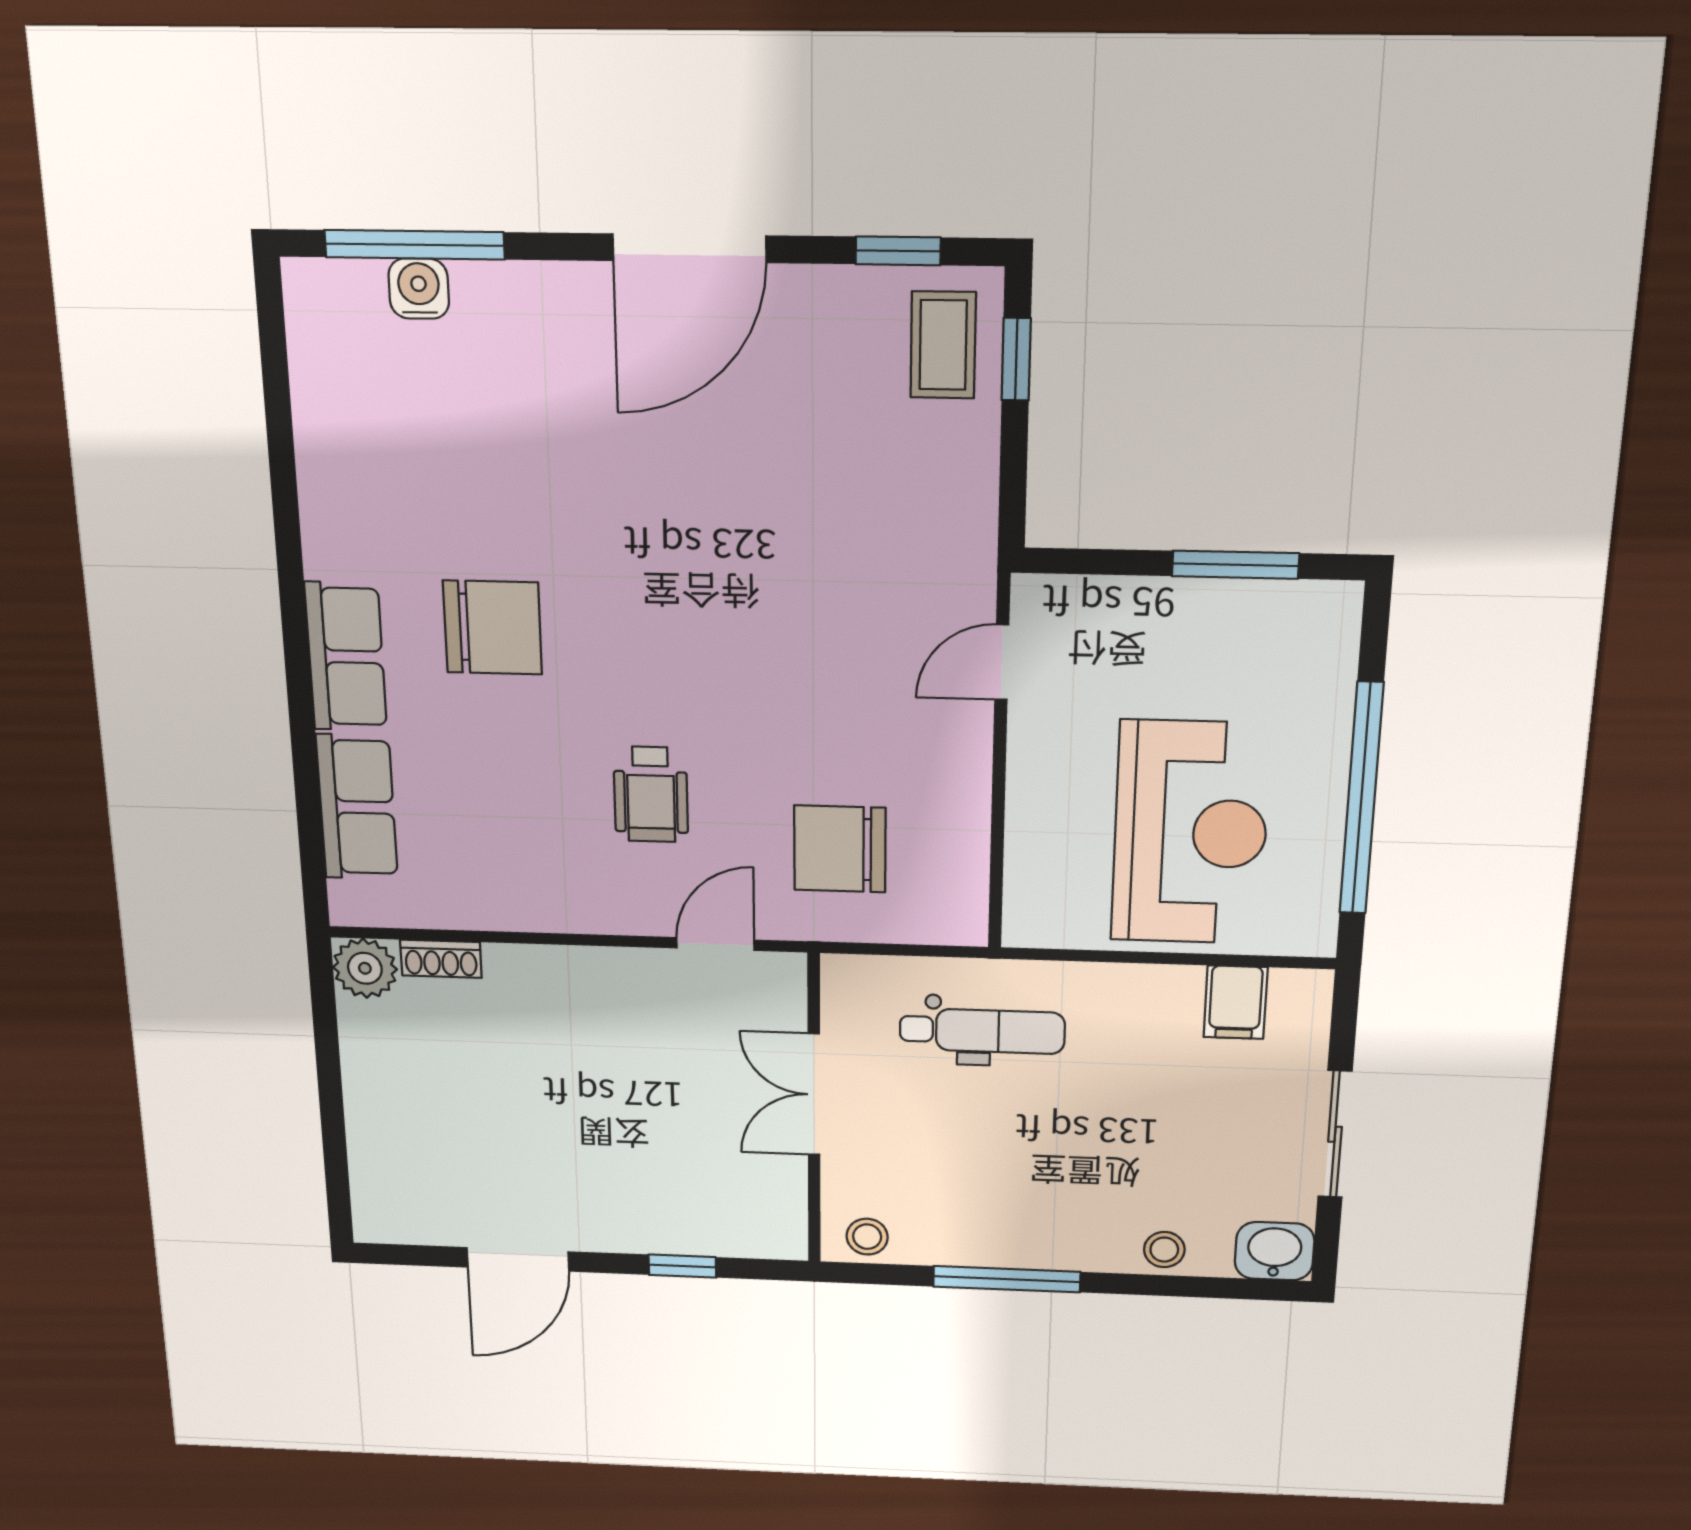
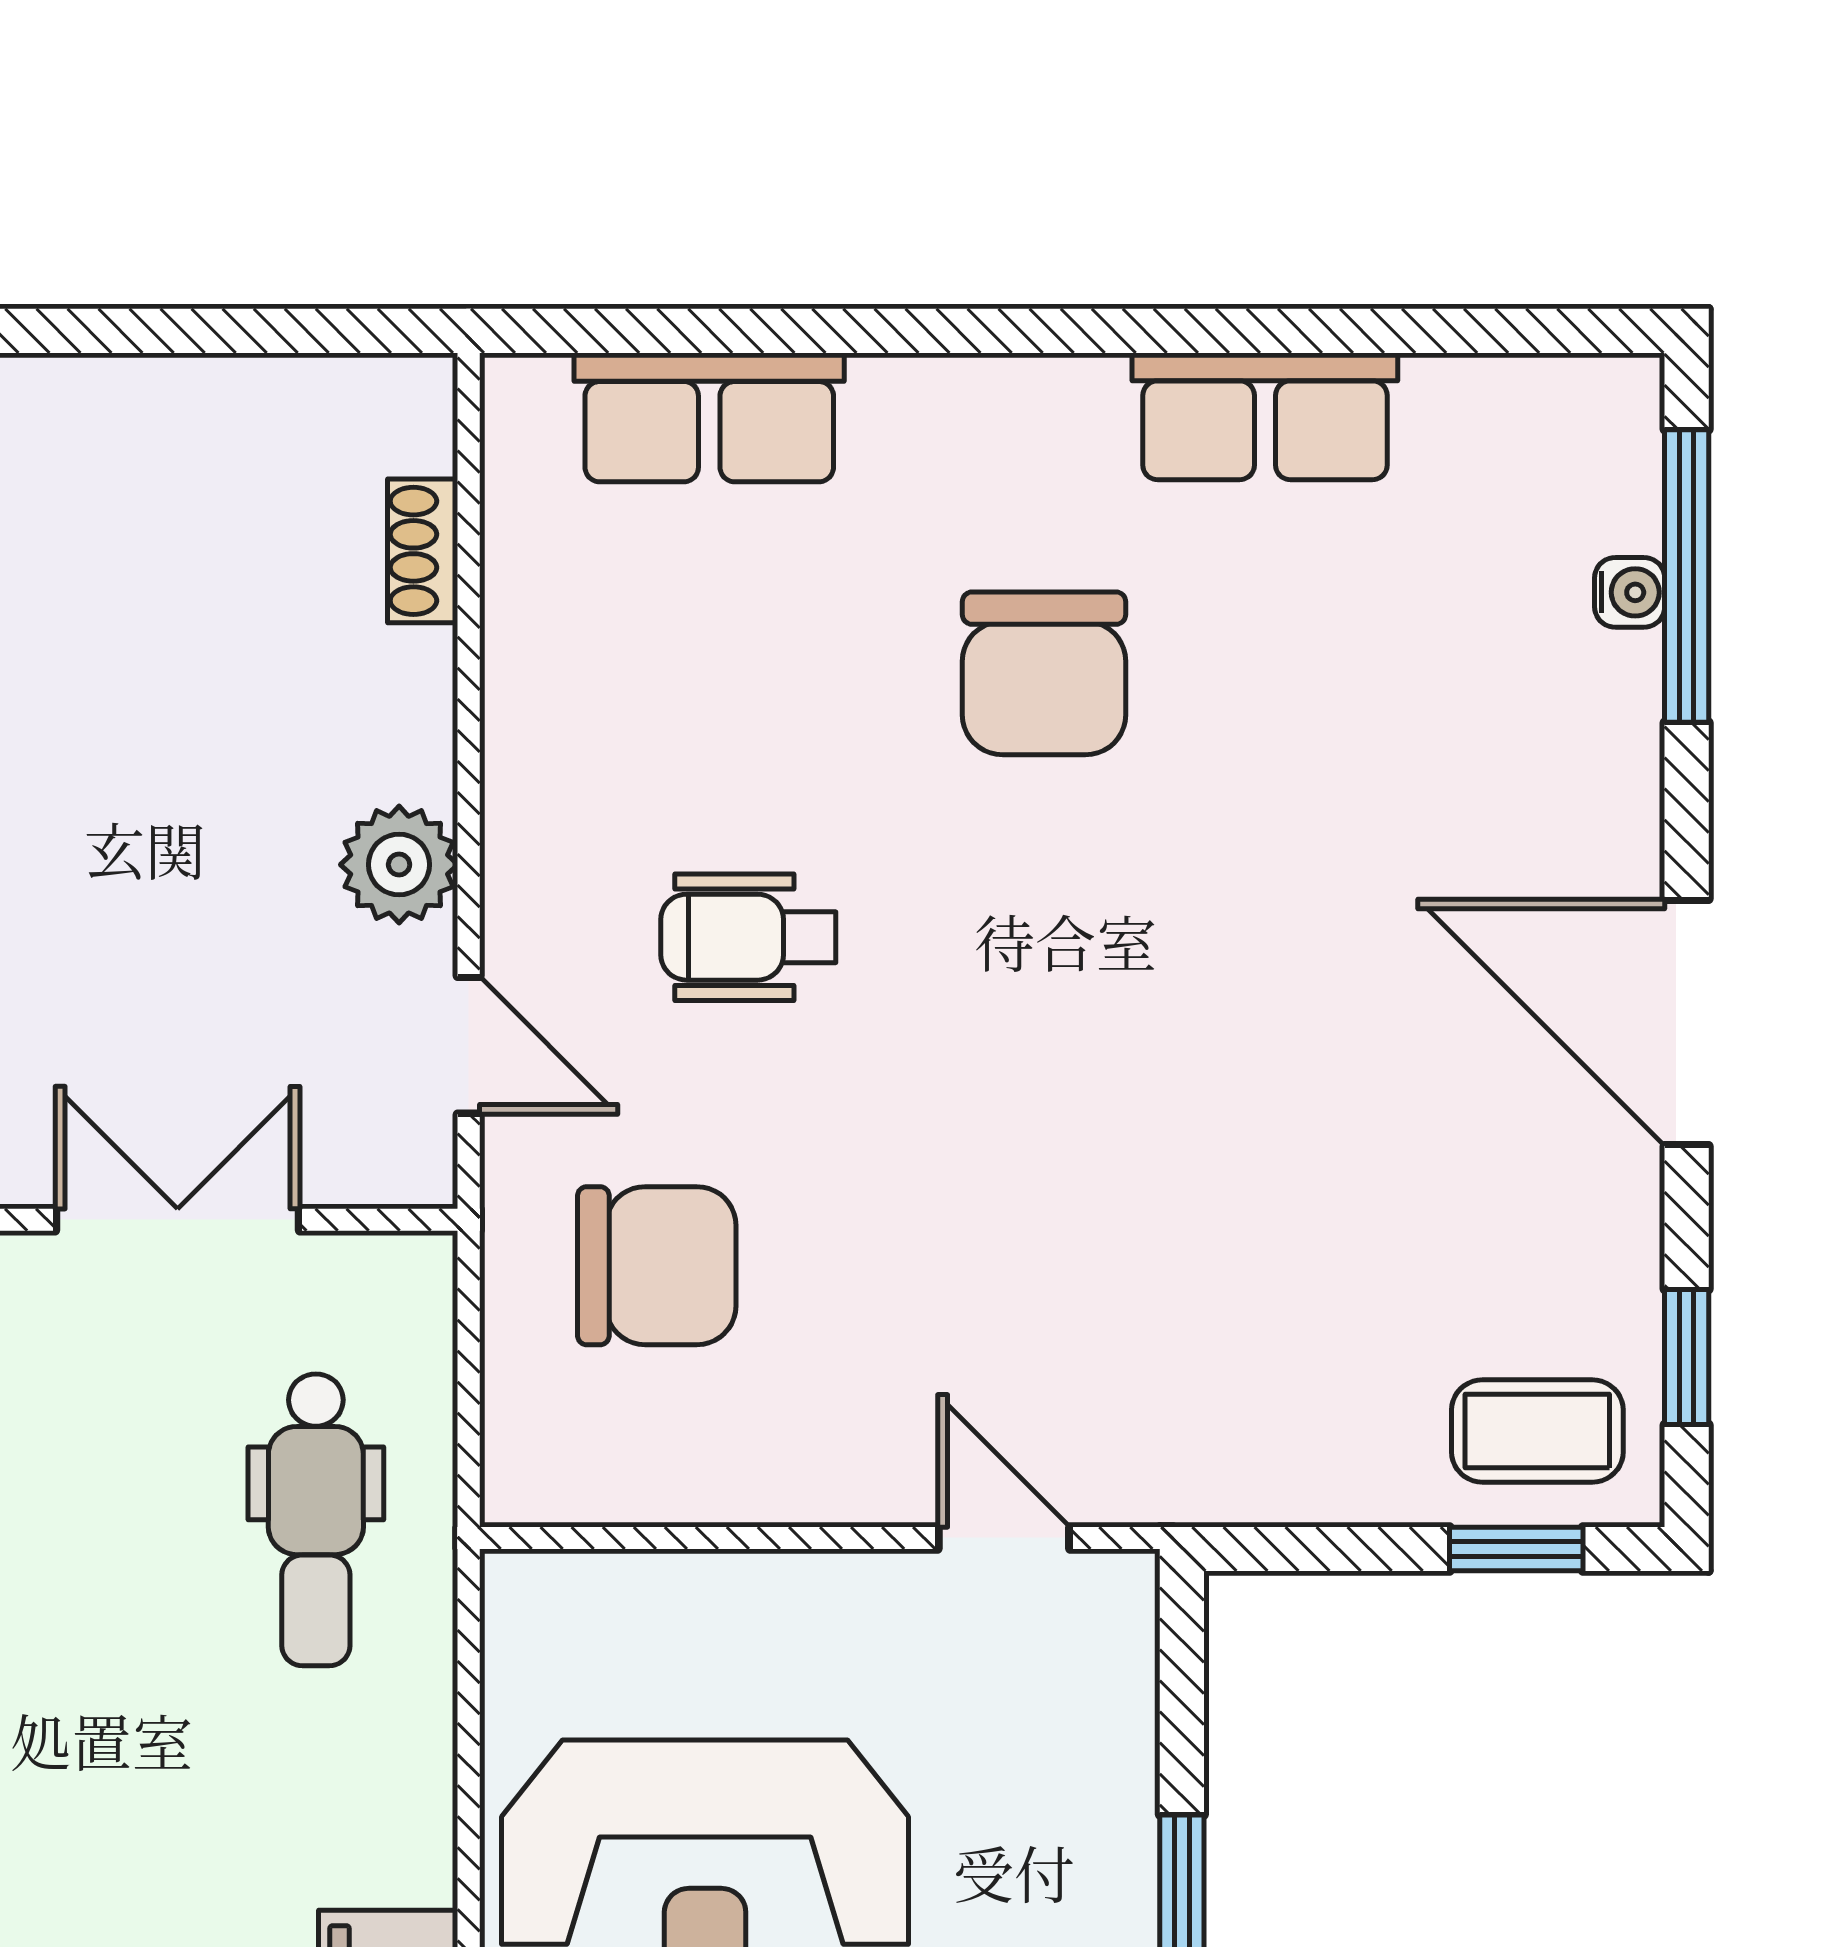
water cooler: (419, 289) -> (1630, 592), width x0.72, depth x0.72
row of seats: (346, 657) -> (1265, 416), moved
chair: (840, 849) -> (657, 1266), turned 90
plant: (365, 968) -> (399, 865), moved

